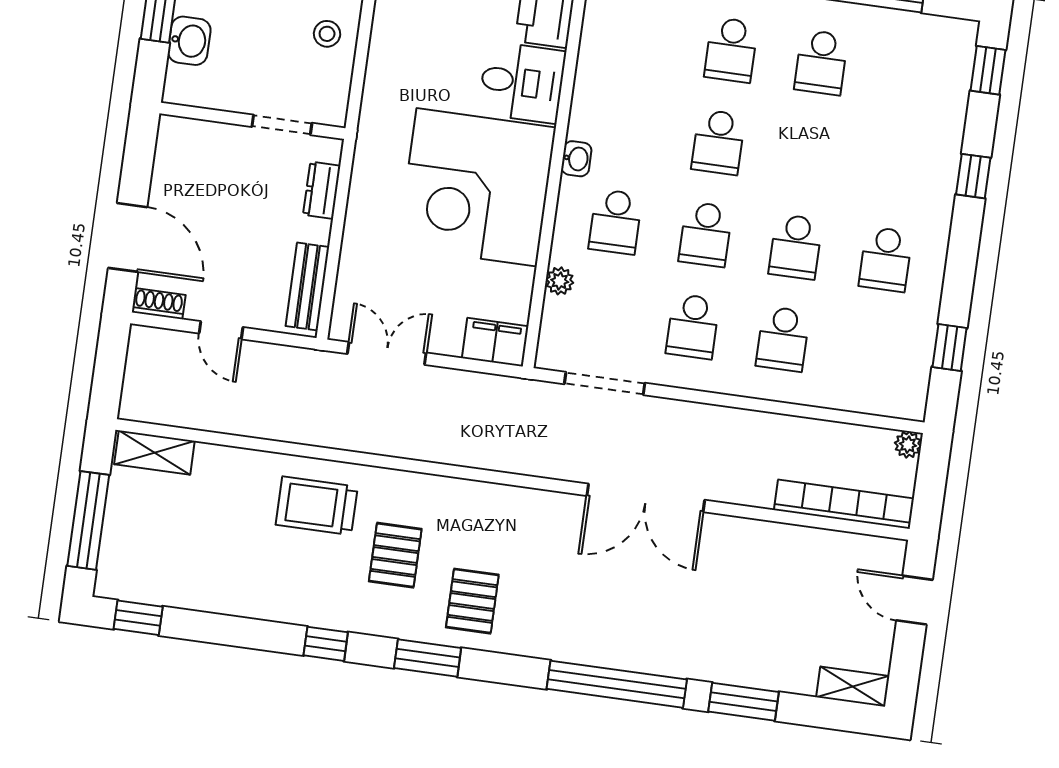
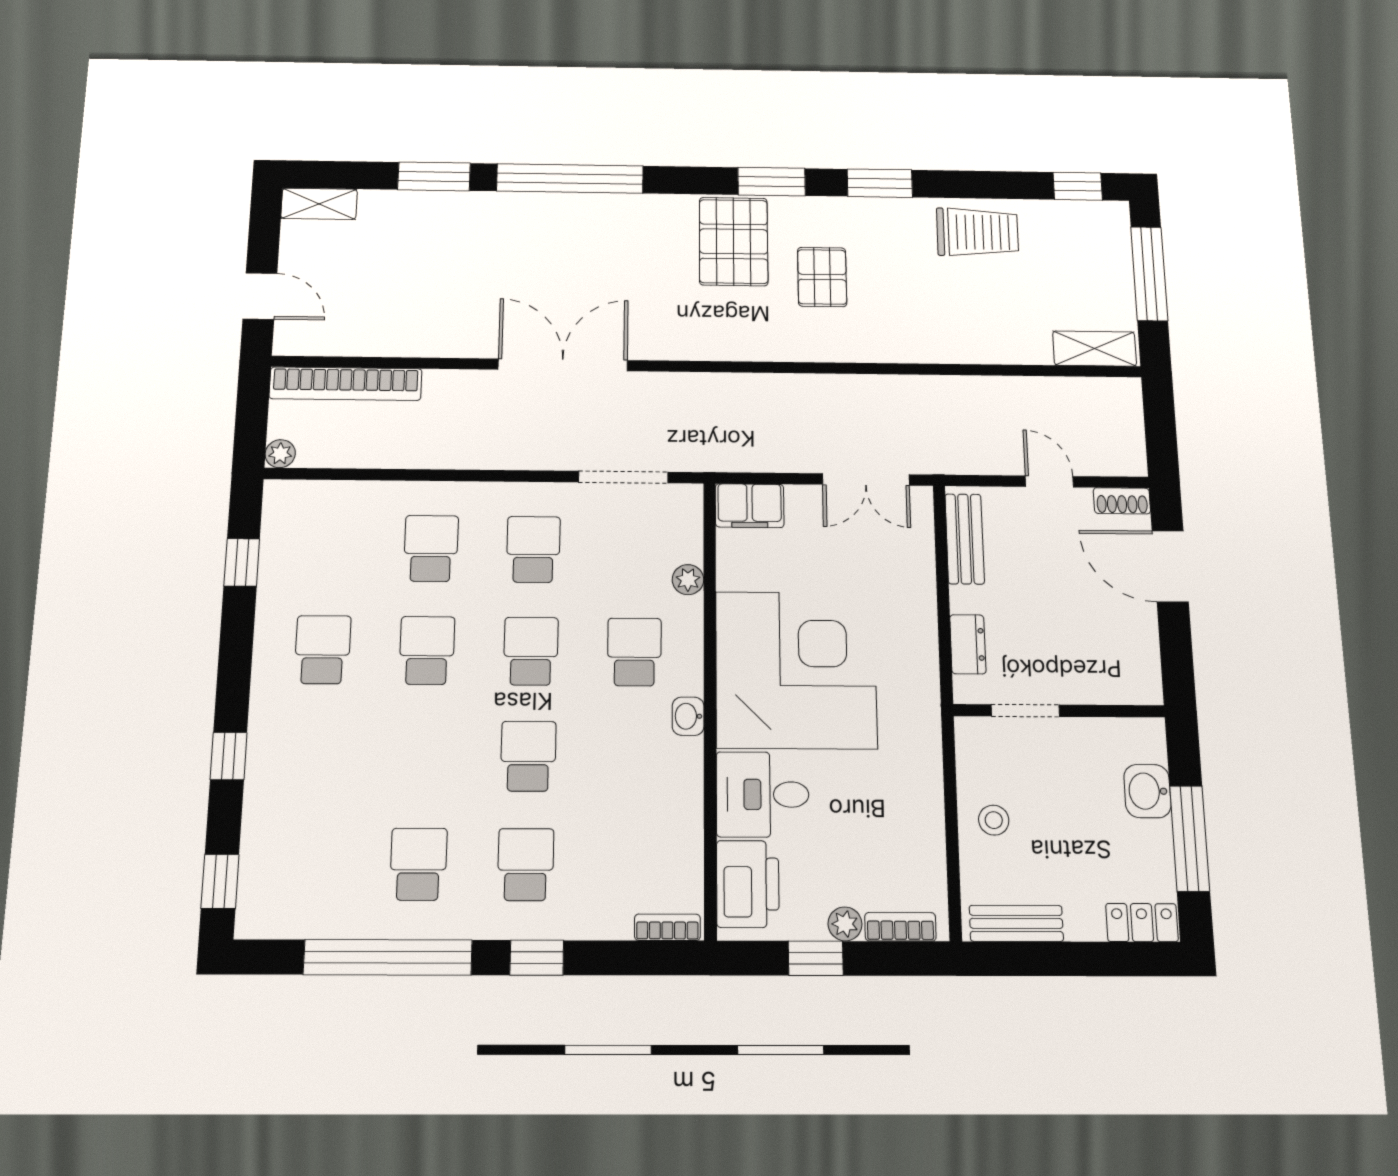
trolley: (317, 506) -> (977, 232), moved
pallet: (472, 601) -> (734, 241), width x1.50, depth x1.42
window: (326, 644) -> (880, 183), width x1.50

